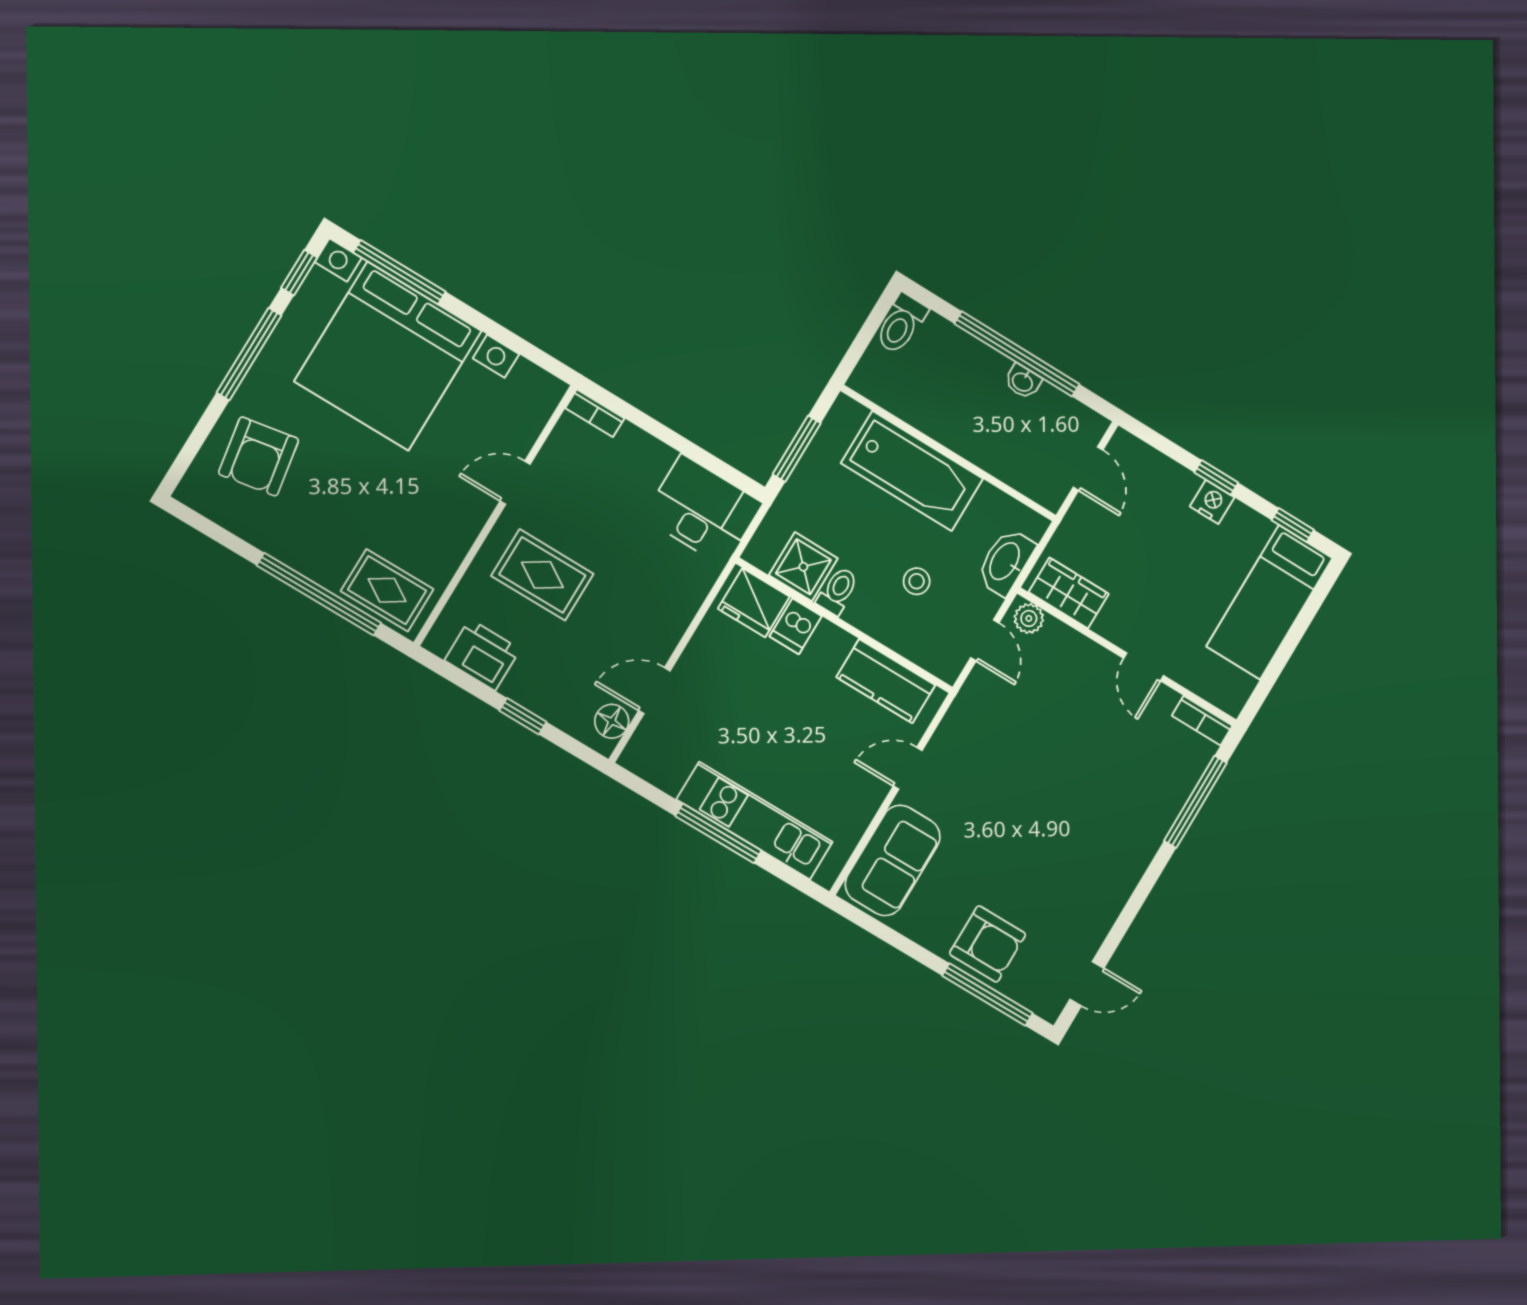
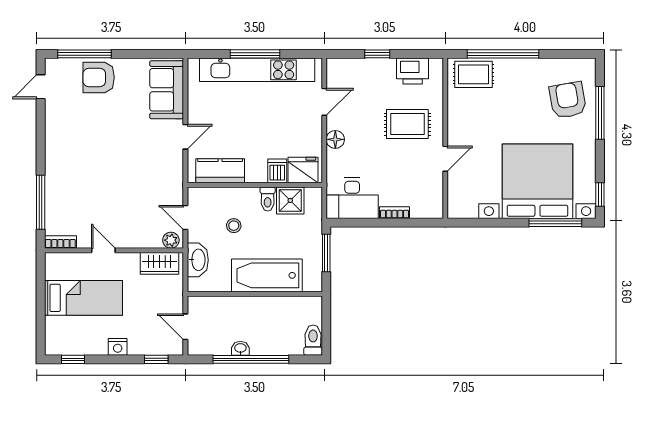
window: (249, 354) -> (600, 113), moved
bookcase: (595, 413) -> (395, 213), moved
window: (1216, 478) -> (156, 359), moved
bed: (1270, 602) -> (83, 298), moved, turned 90
floor lamp: (612, 721) -> (335, 139), moved
kitchen unit: (755, 821) -> (257, 70), width x1.36

